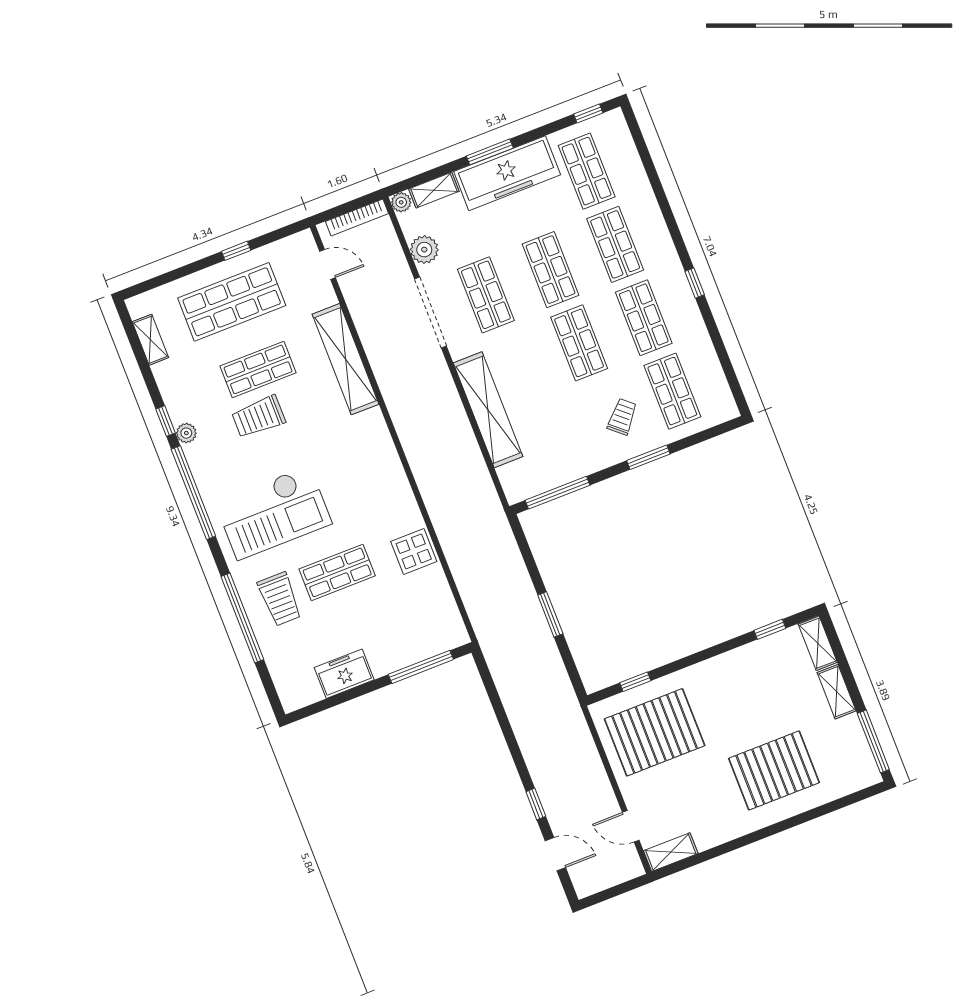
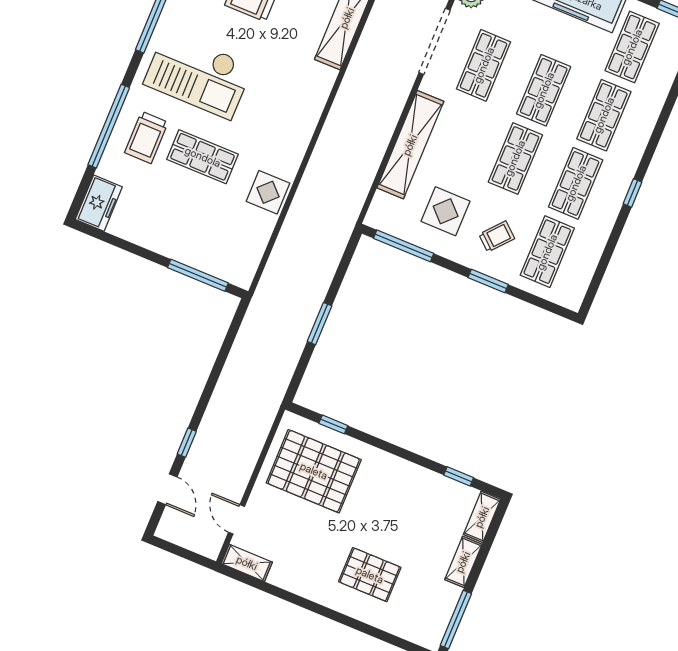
display table: (564, 435) -> (446, 211), added
freezer: (344, 674) -> (99, 203), moved, turned 90
pallet: (774, 770) -> (370, 575), width x0.73, depth x0.71

